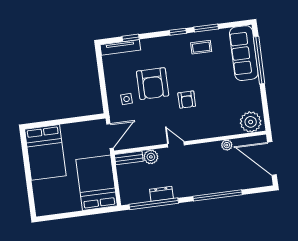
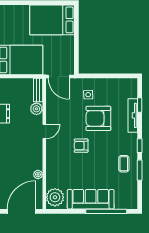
tv unit: (120, 47) -> (133, 115), moved
sofa: (244, 53) -> (91, 199), moved

